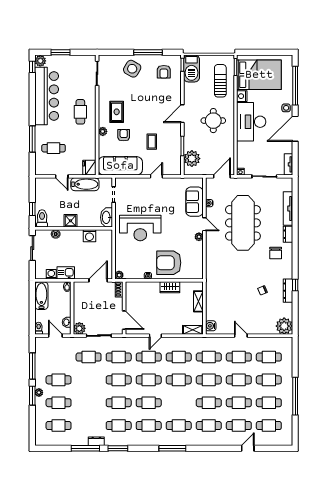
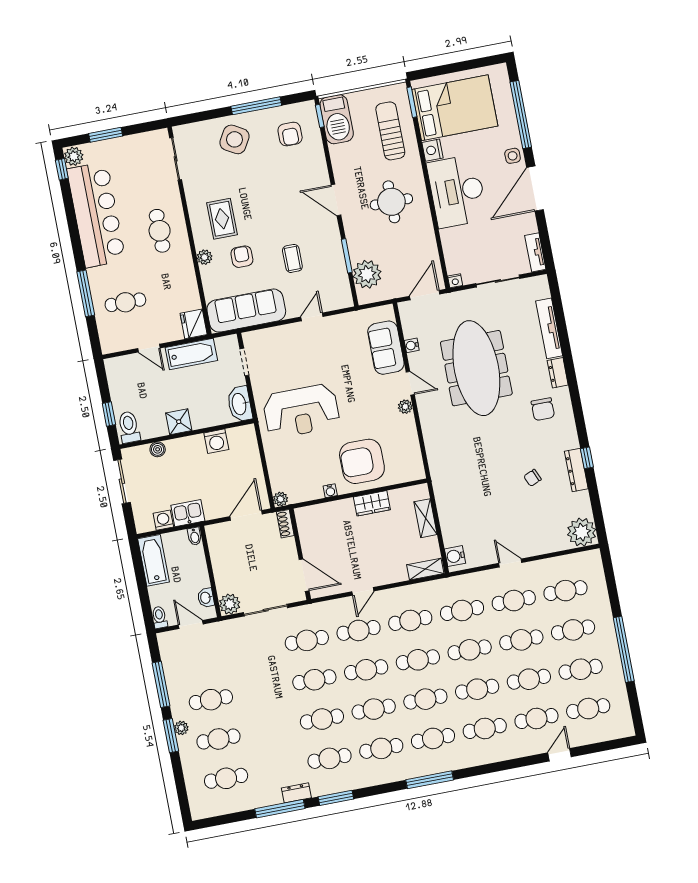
door: (182, 114) -> (336, 200), hinge flipped
cafe table: (89, 357) -> (425, 699), moved

